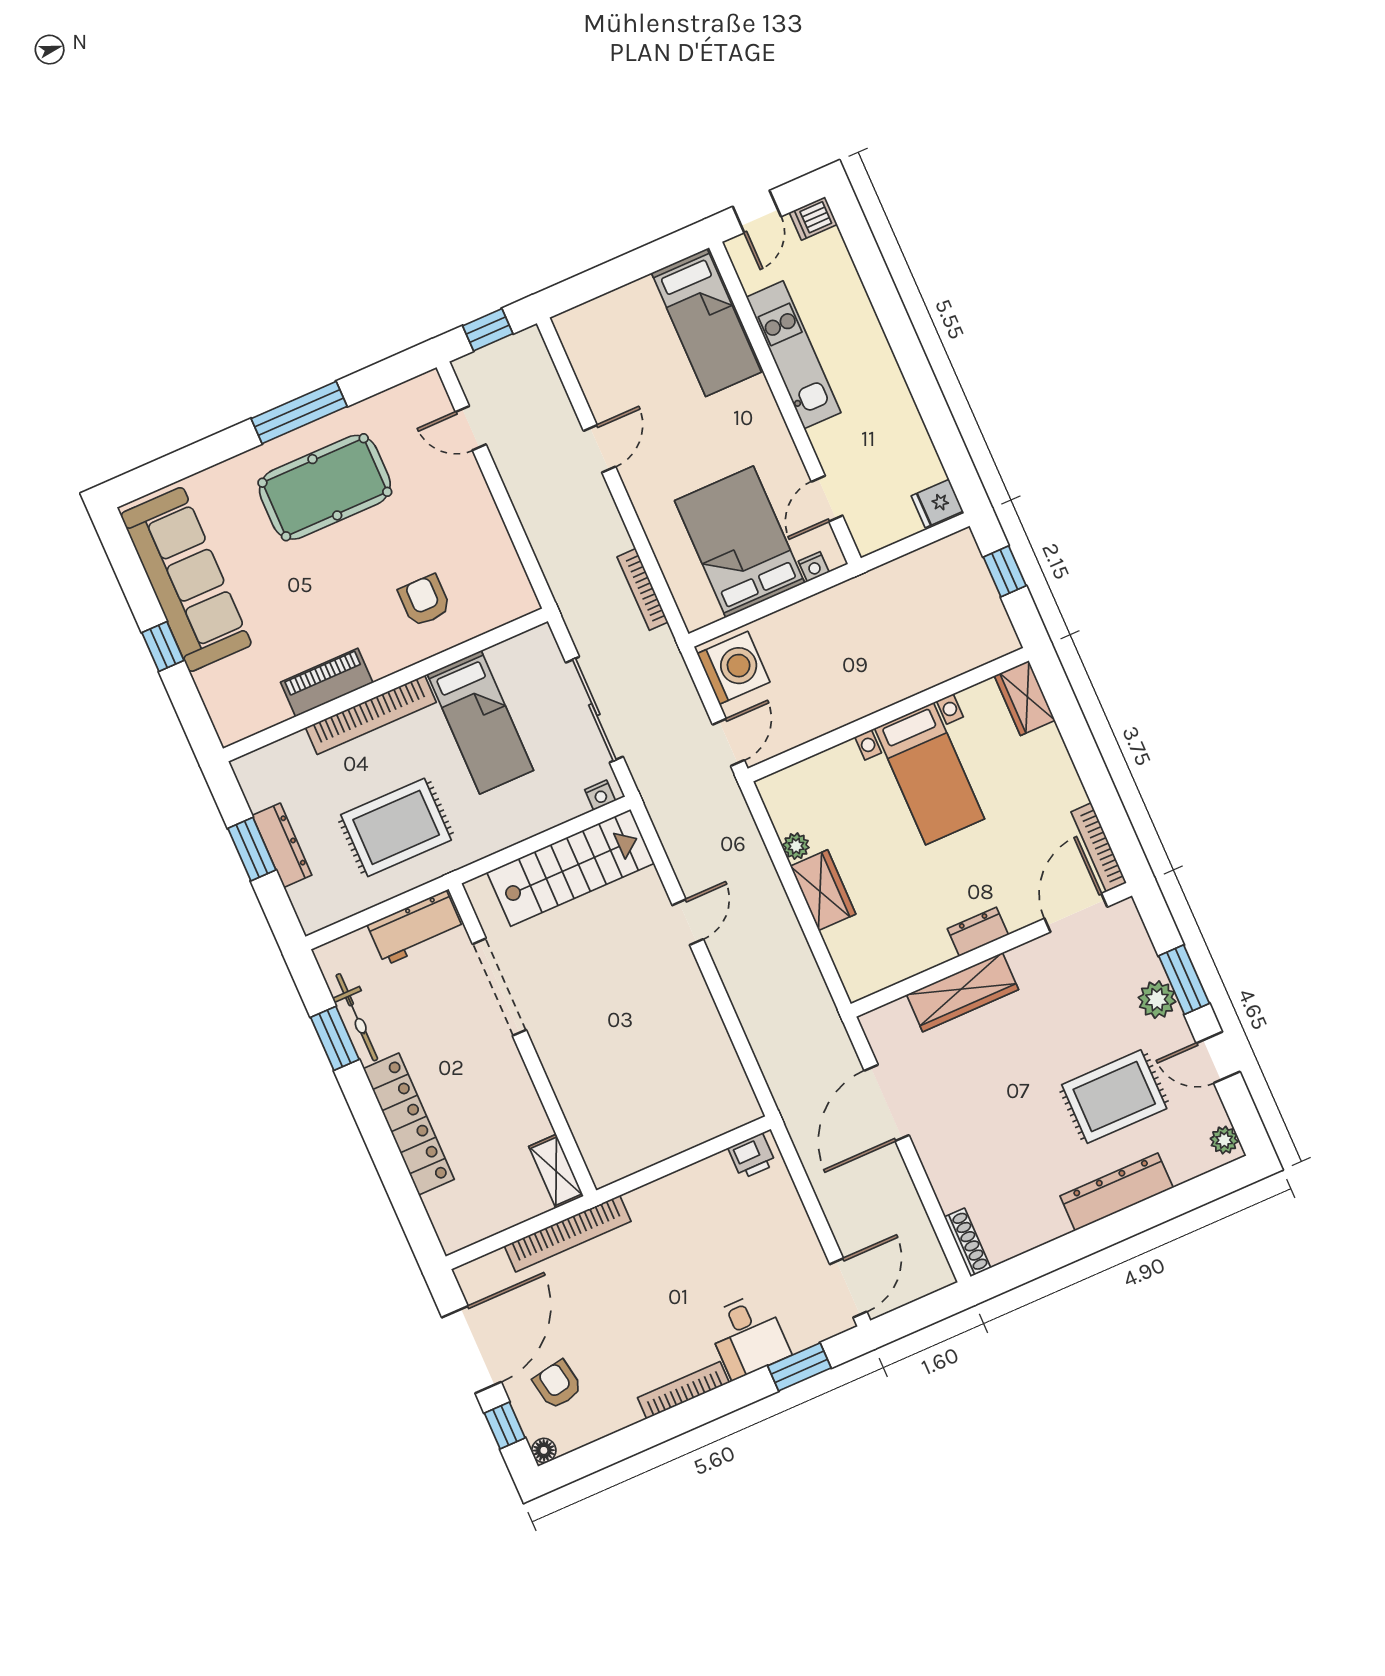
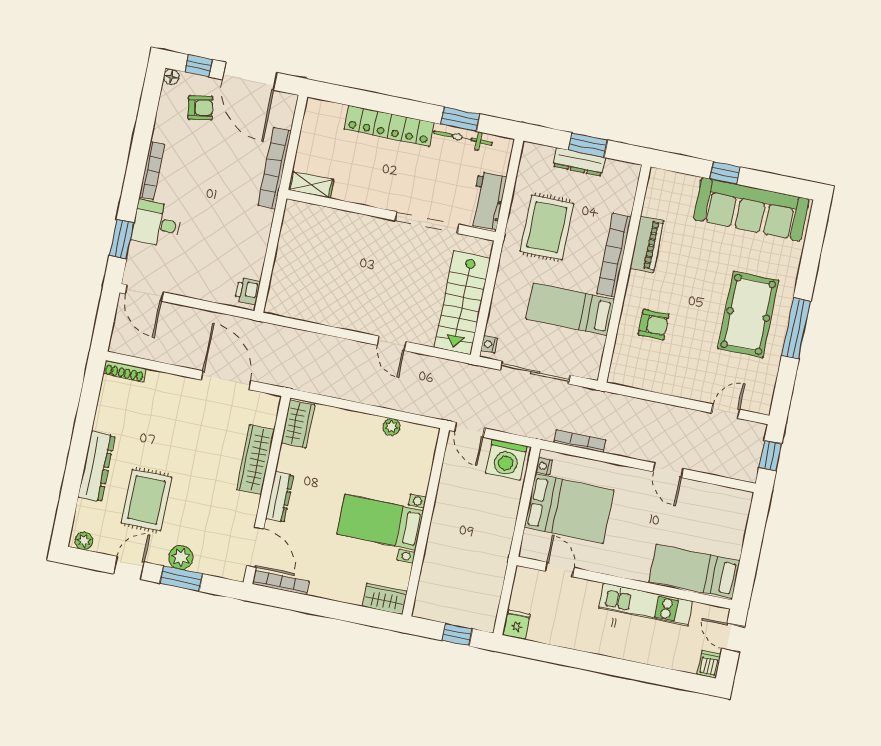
nightstand: (814, 567) -> (544, 466), moved
wardrobe: (823, 890) -> (298, 424), moved, turned -90
dresser: (978, 932) -> (280, 497), width x1.44

